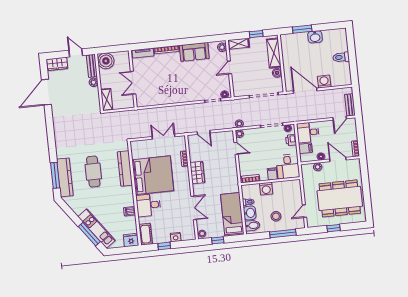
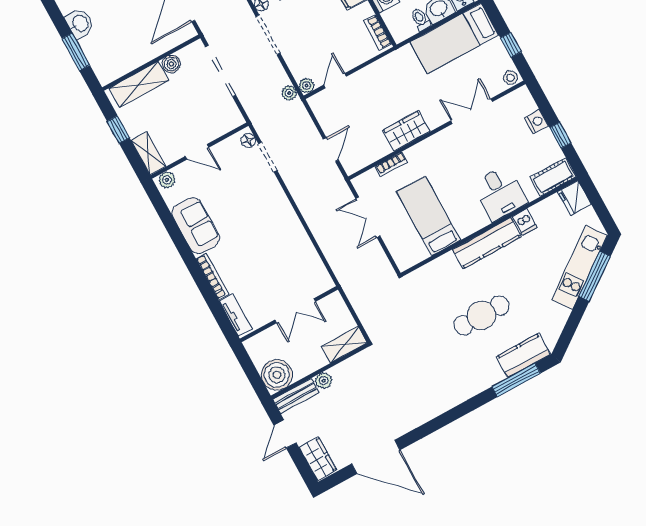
kitchen counter: (125, 168) -> (487, 243), moved
bed: (153, 175) -> (429, 216), width x0.49
kitchen counter: (65, 177) -> (523, 356), width x0.67

